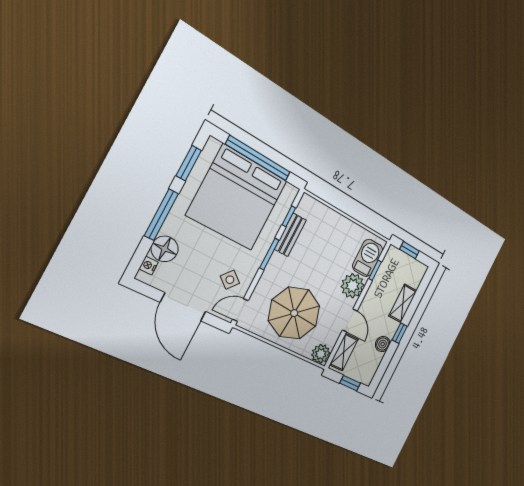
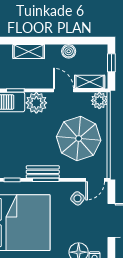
bench: (290, 235) -> (43, 172), moved
door: (240, 310) -> (95, 180), hinge flipped
door: (350, 320) -> (63, 90), hinge flipped
window: (400, 333) -> (53, 41), removed

